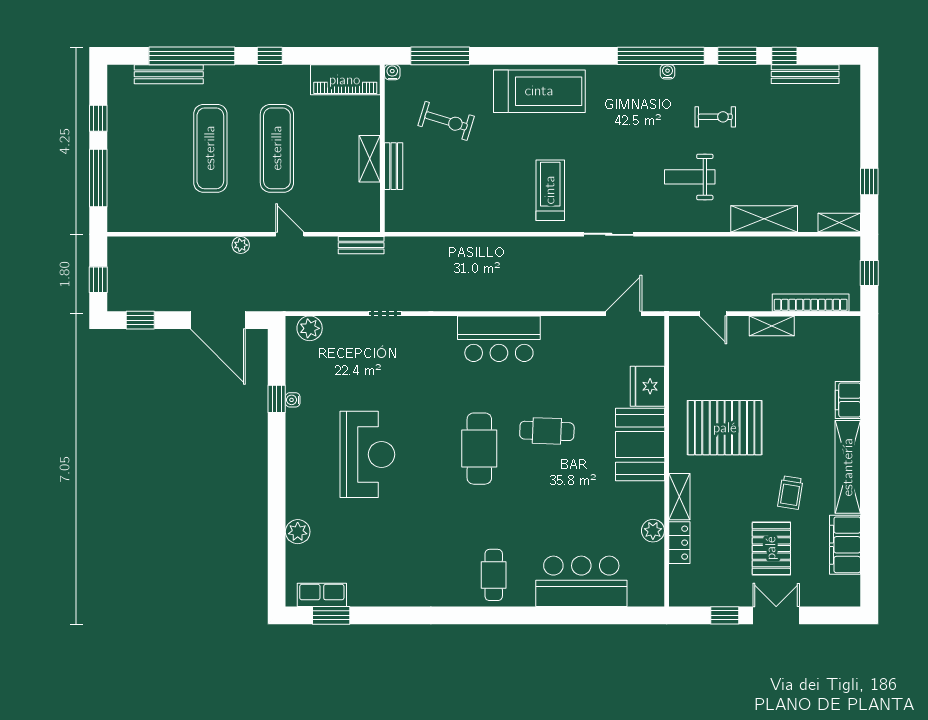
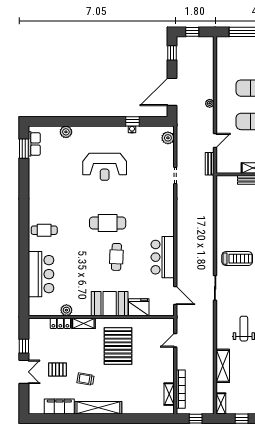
door: (290, 234) -> (215, 141), moved
shelving: (772, 326) -> (169, 394), moved
bar counter: (499, 339) -> (163, 257), moved
filing cabinet: (848, 400) -> (132, 408), removed
pallet: (771, 548) -> (57, 369), width x0.67, depth x0.71

